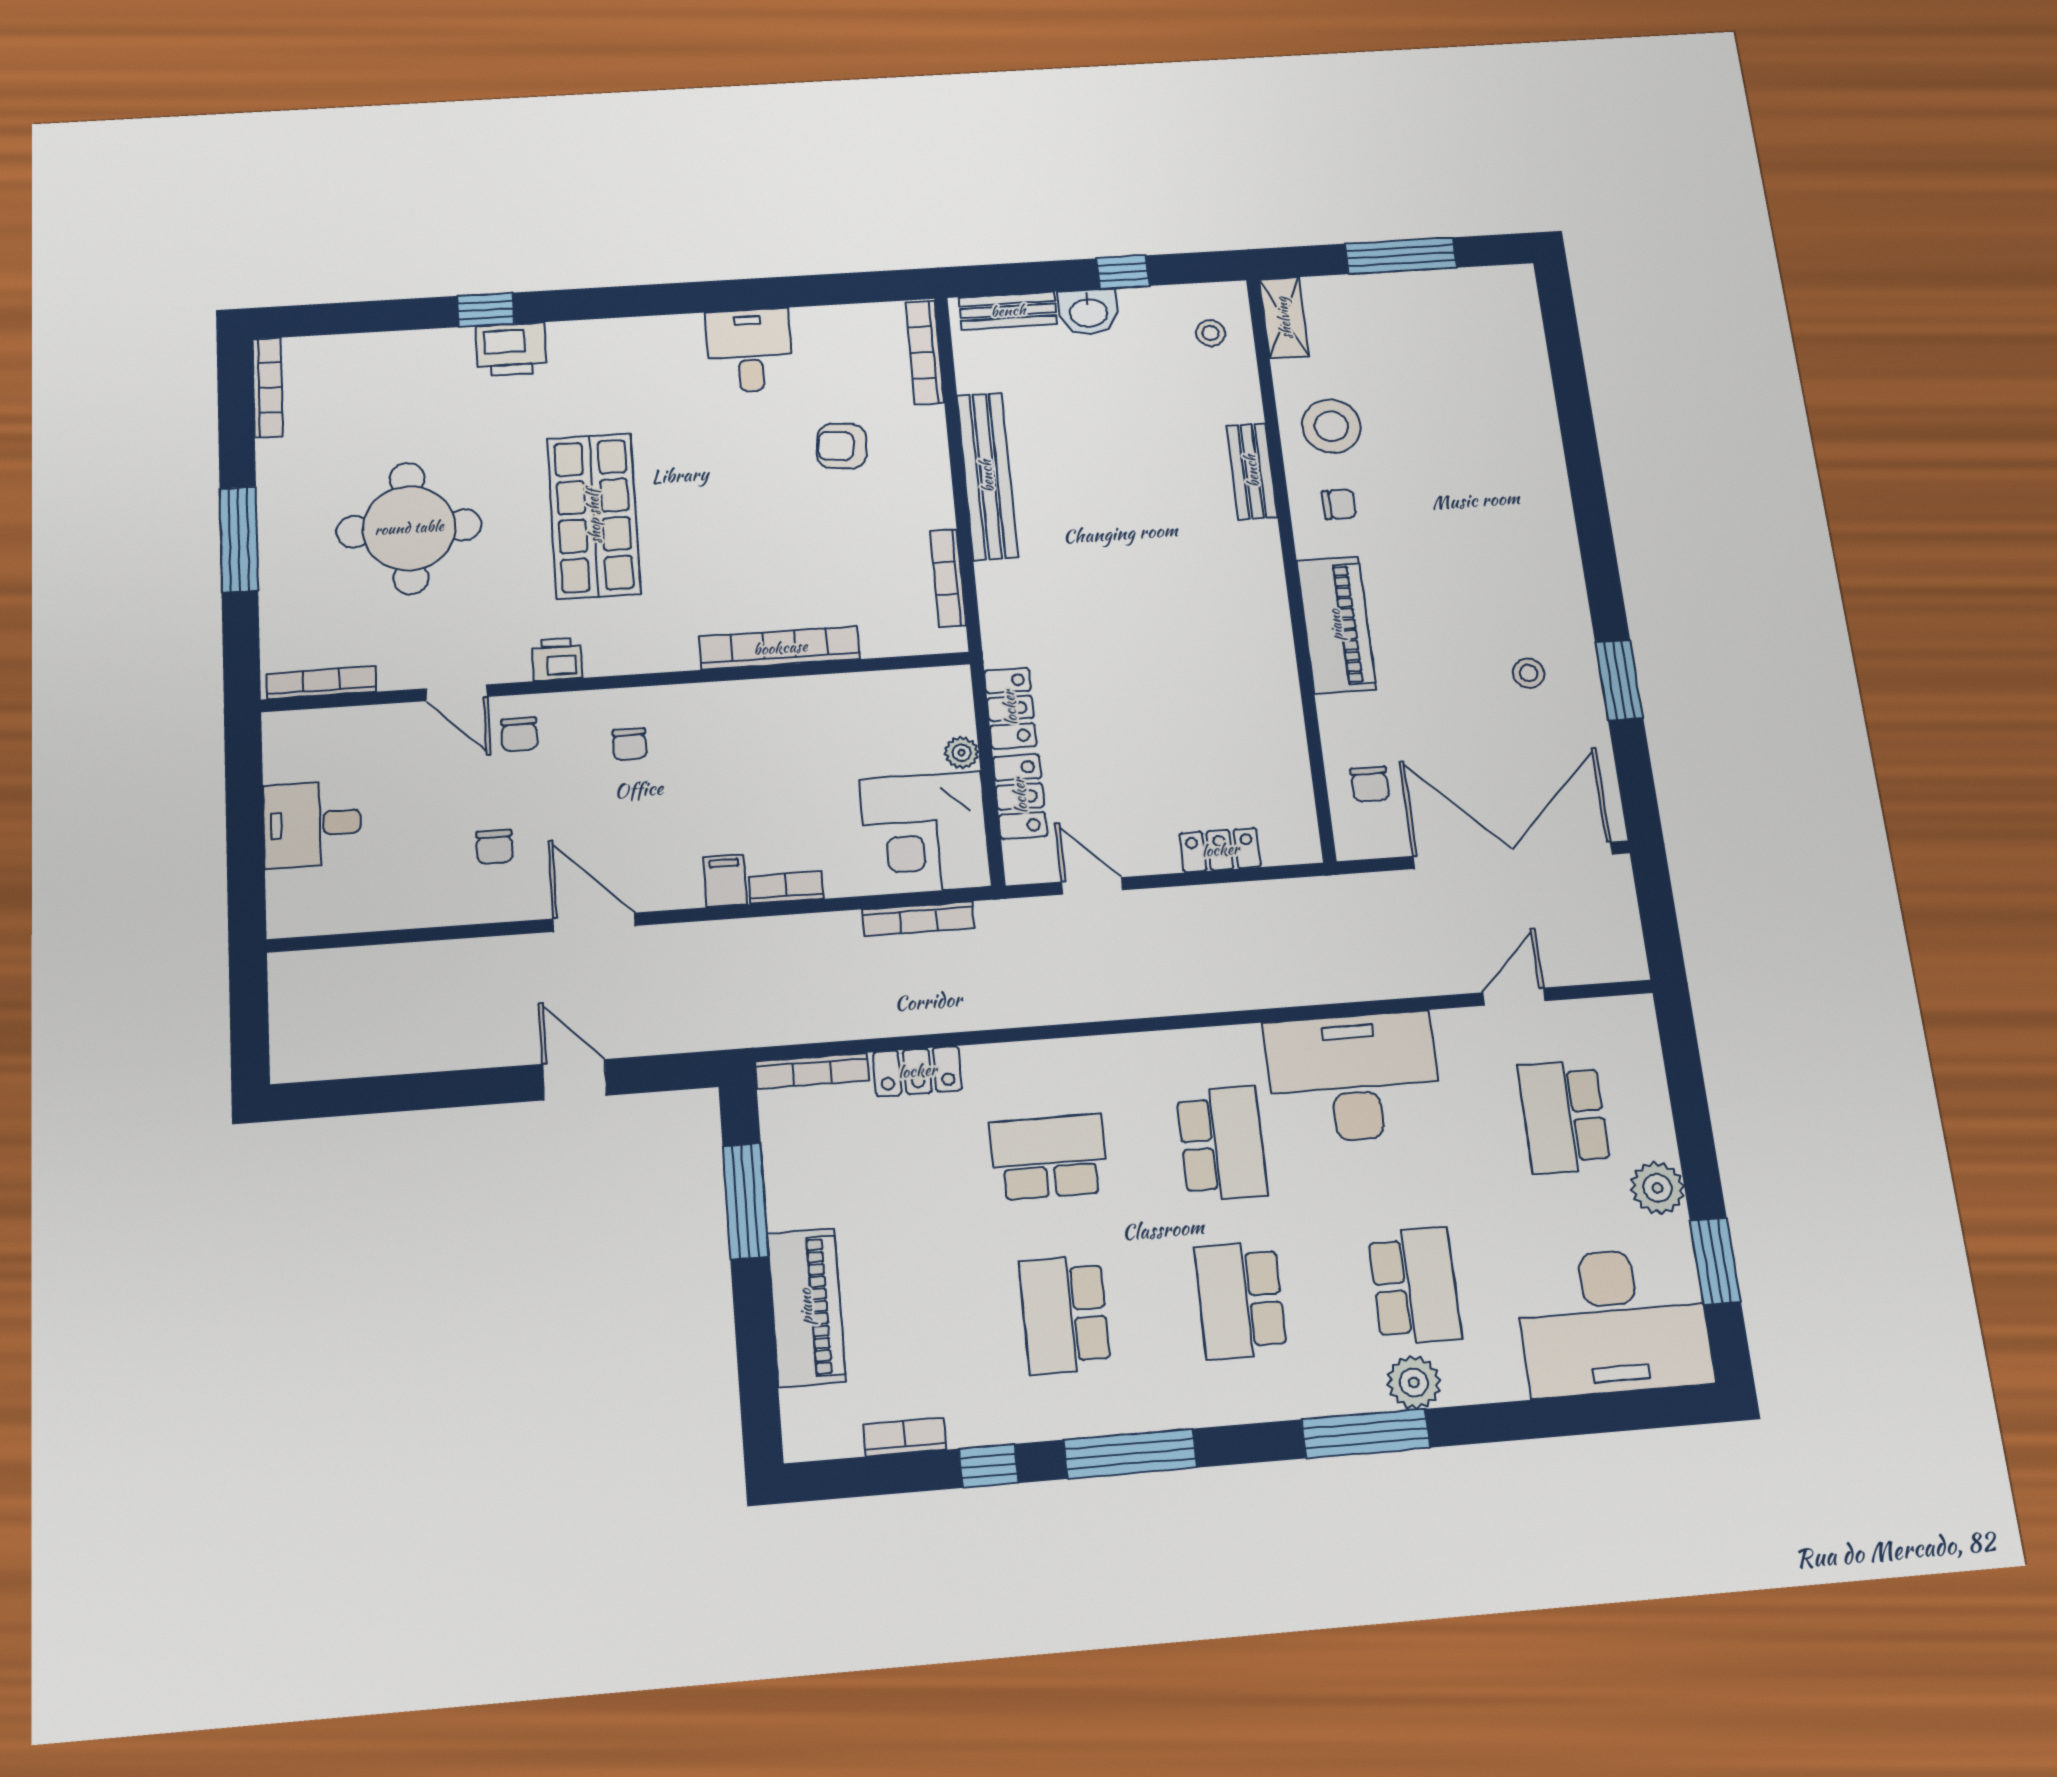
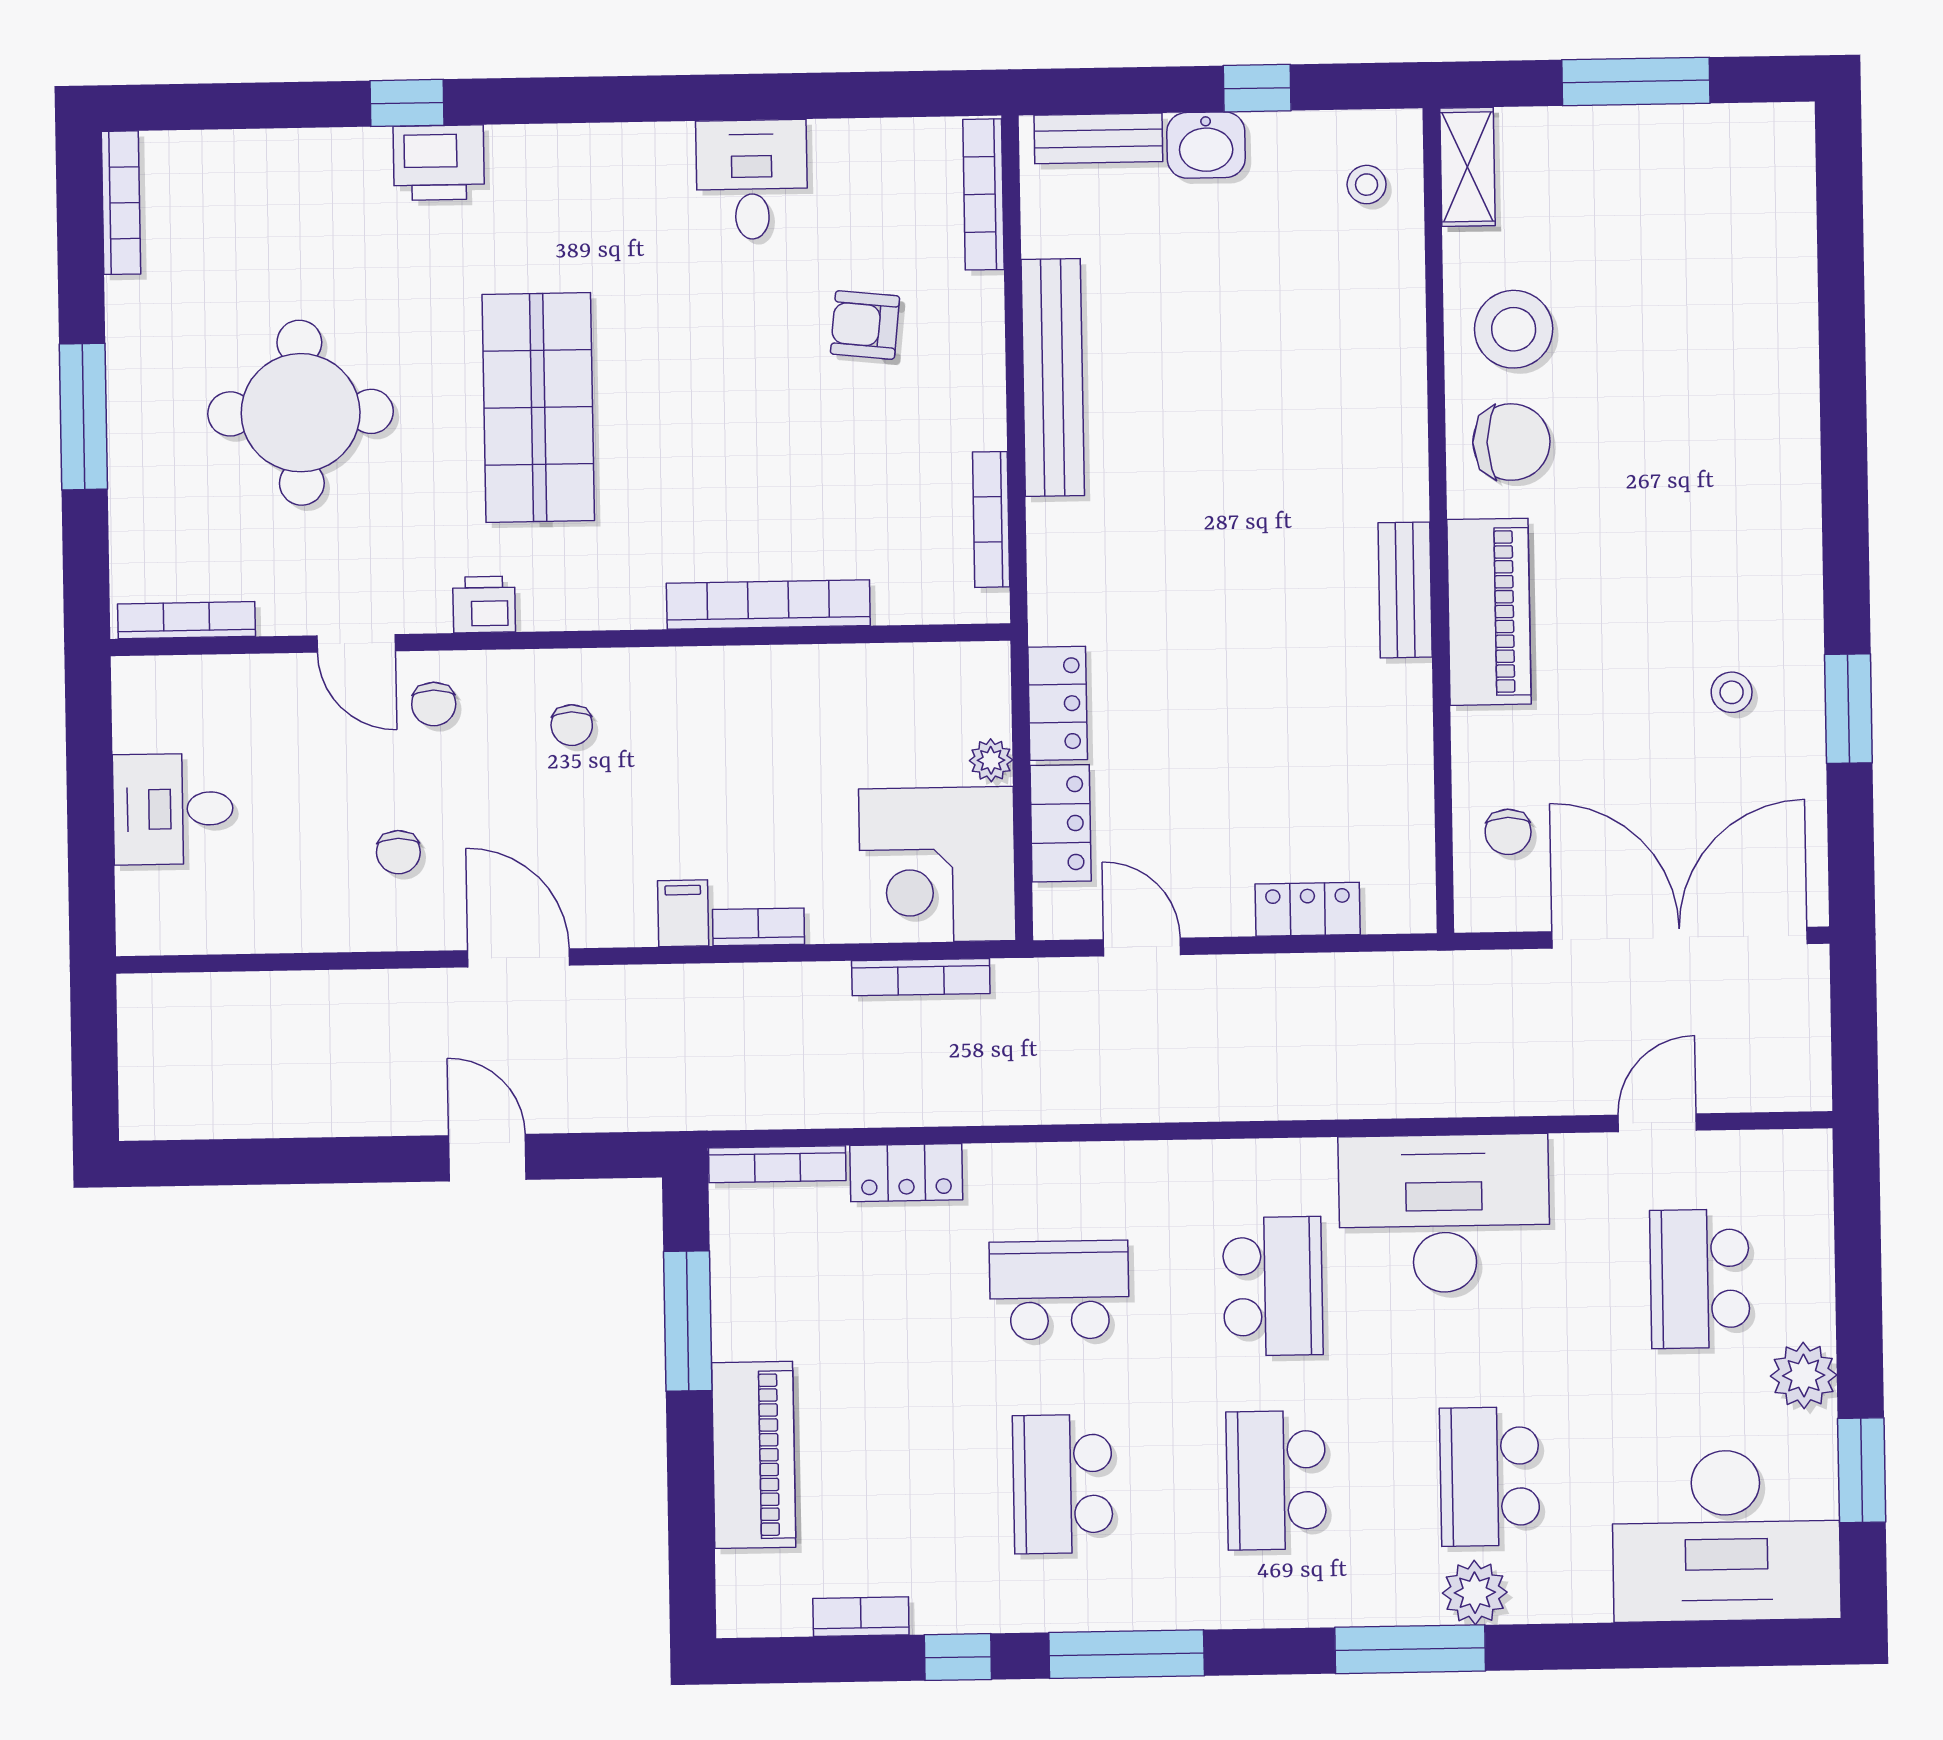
bench: (1252, 471) -> (1405, 590), moved
chair: (1339, 504) -> (1511, 442), width x1.87, depth x1.87
school desk: (1415, 1286) -> (1490, 1476), turned 180

